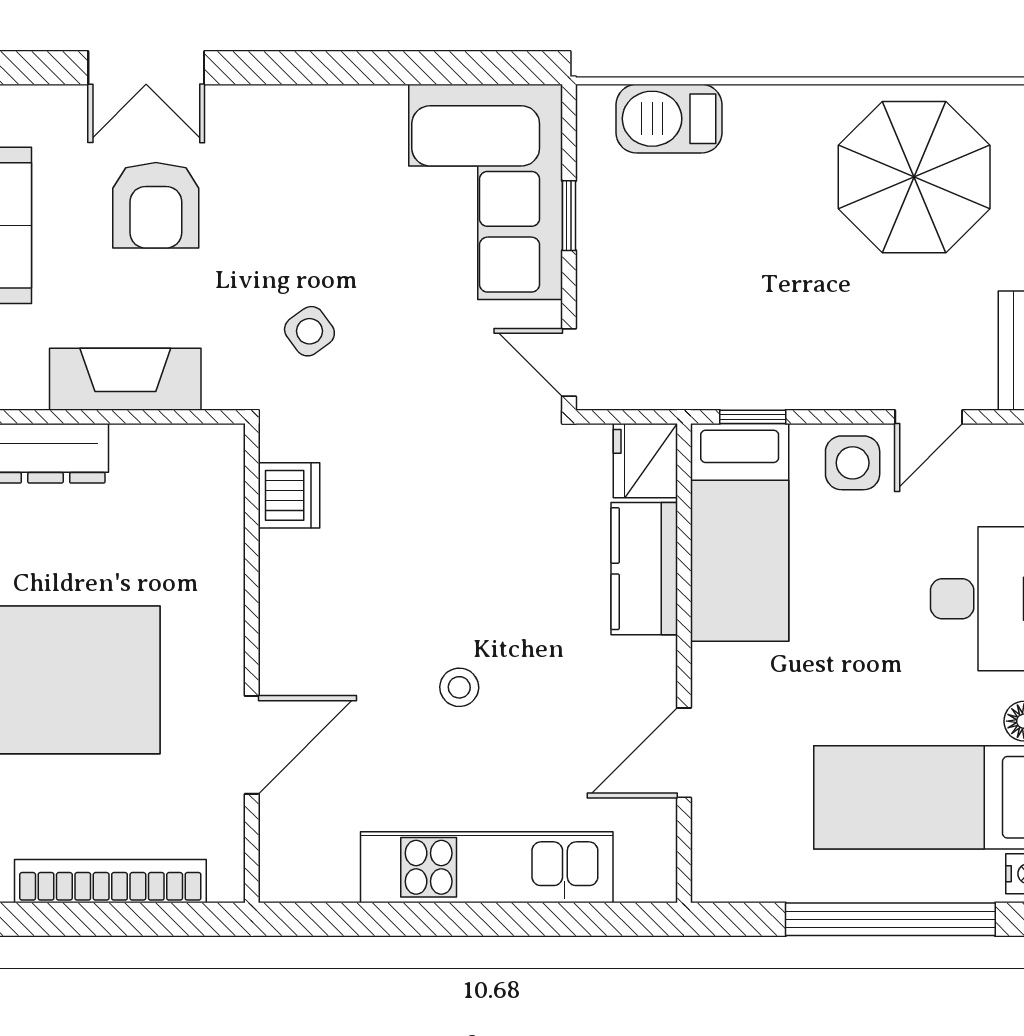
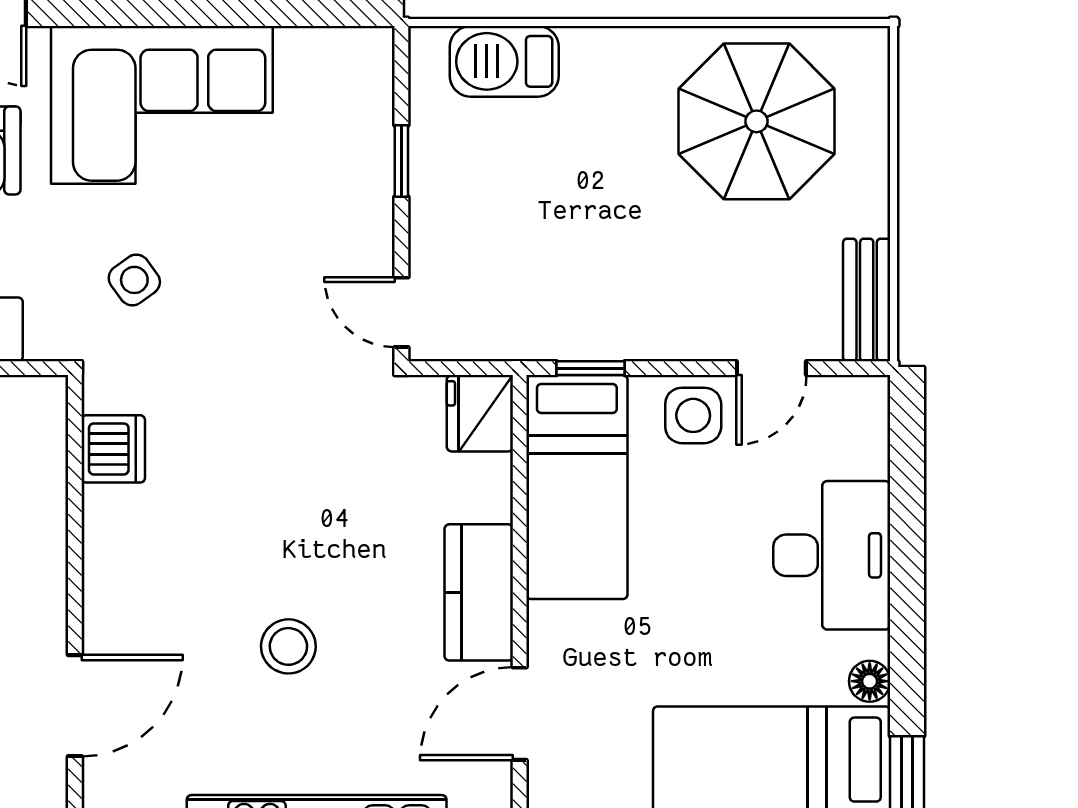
corner sofa: (486, 192) -> (162, 105), moved, turned -90
kitchen counter: (644, 569) -> (479, 592), moved
stool: (459, 687) -> (288, 646), width x1.37, depth x1.37

